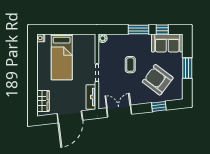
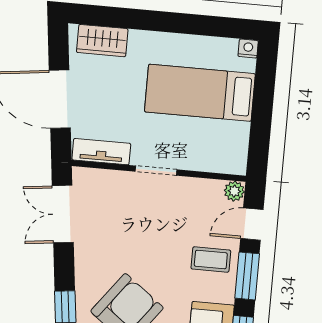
door: (116, 29) -> (252, 224), added
coffee table: (130, 65) -> (211, 260), moved
double door: (119, 111) -> (63, 214), swing flipped

